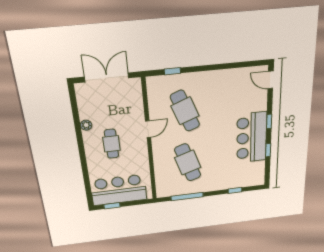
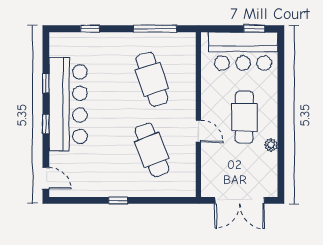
window: (172, 71) -> (118, 200), moved
door: (148, 129) -> (198, 131), swing flipped
bar counter: (252, 138) -> (68, 104), width x1.36
cafe table: (111, 144) -> (244, 117), width x1.37, depth x1.35

